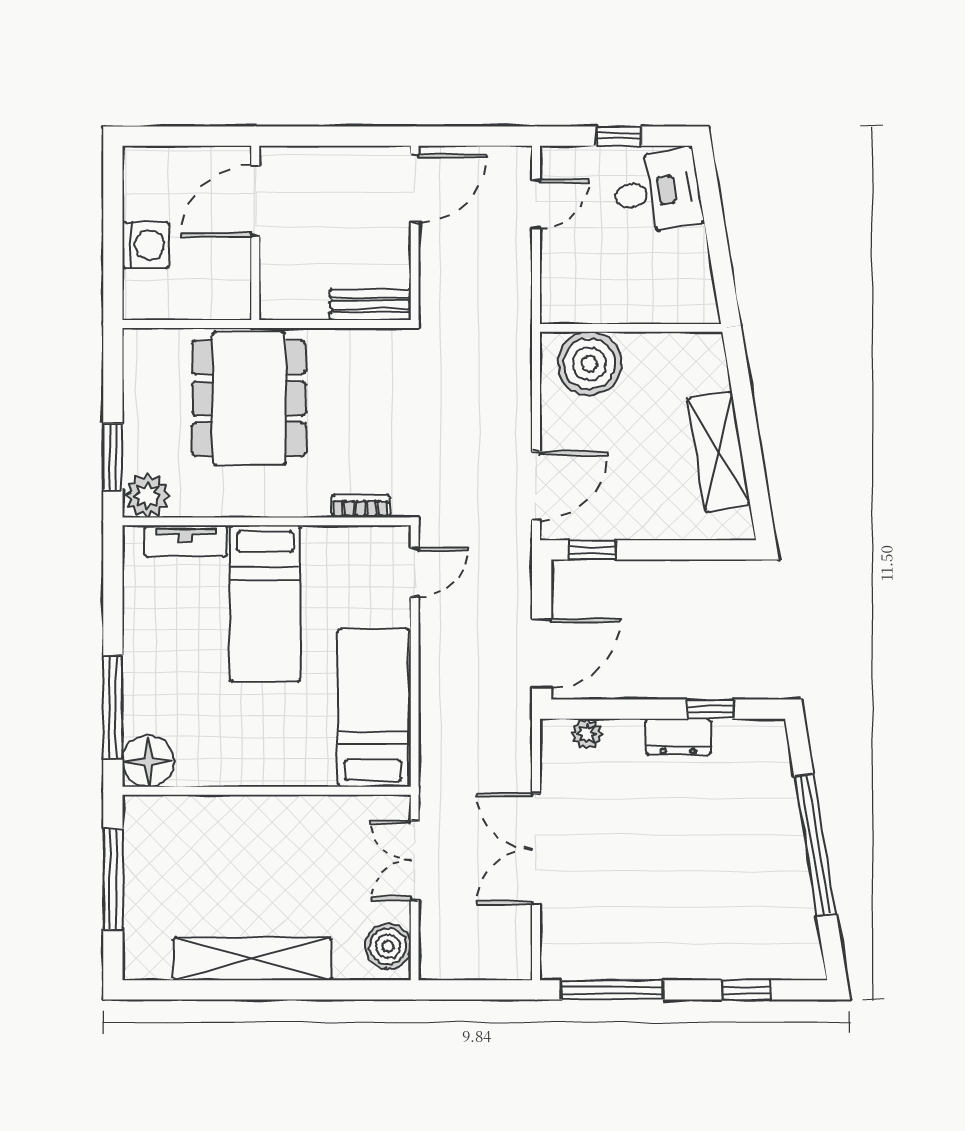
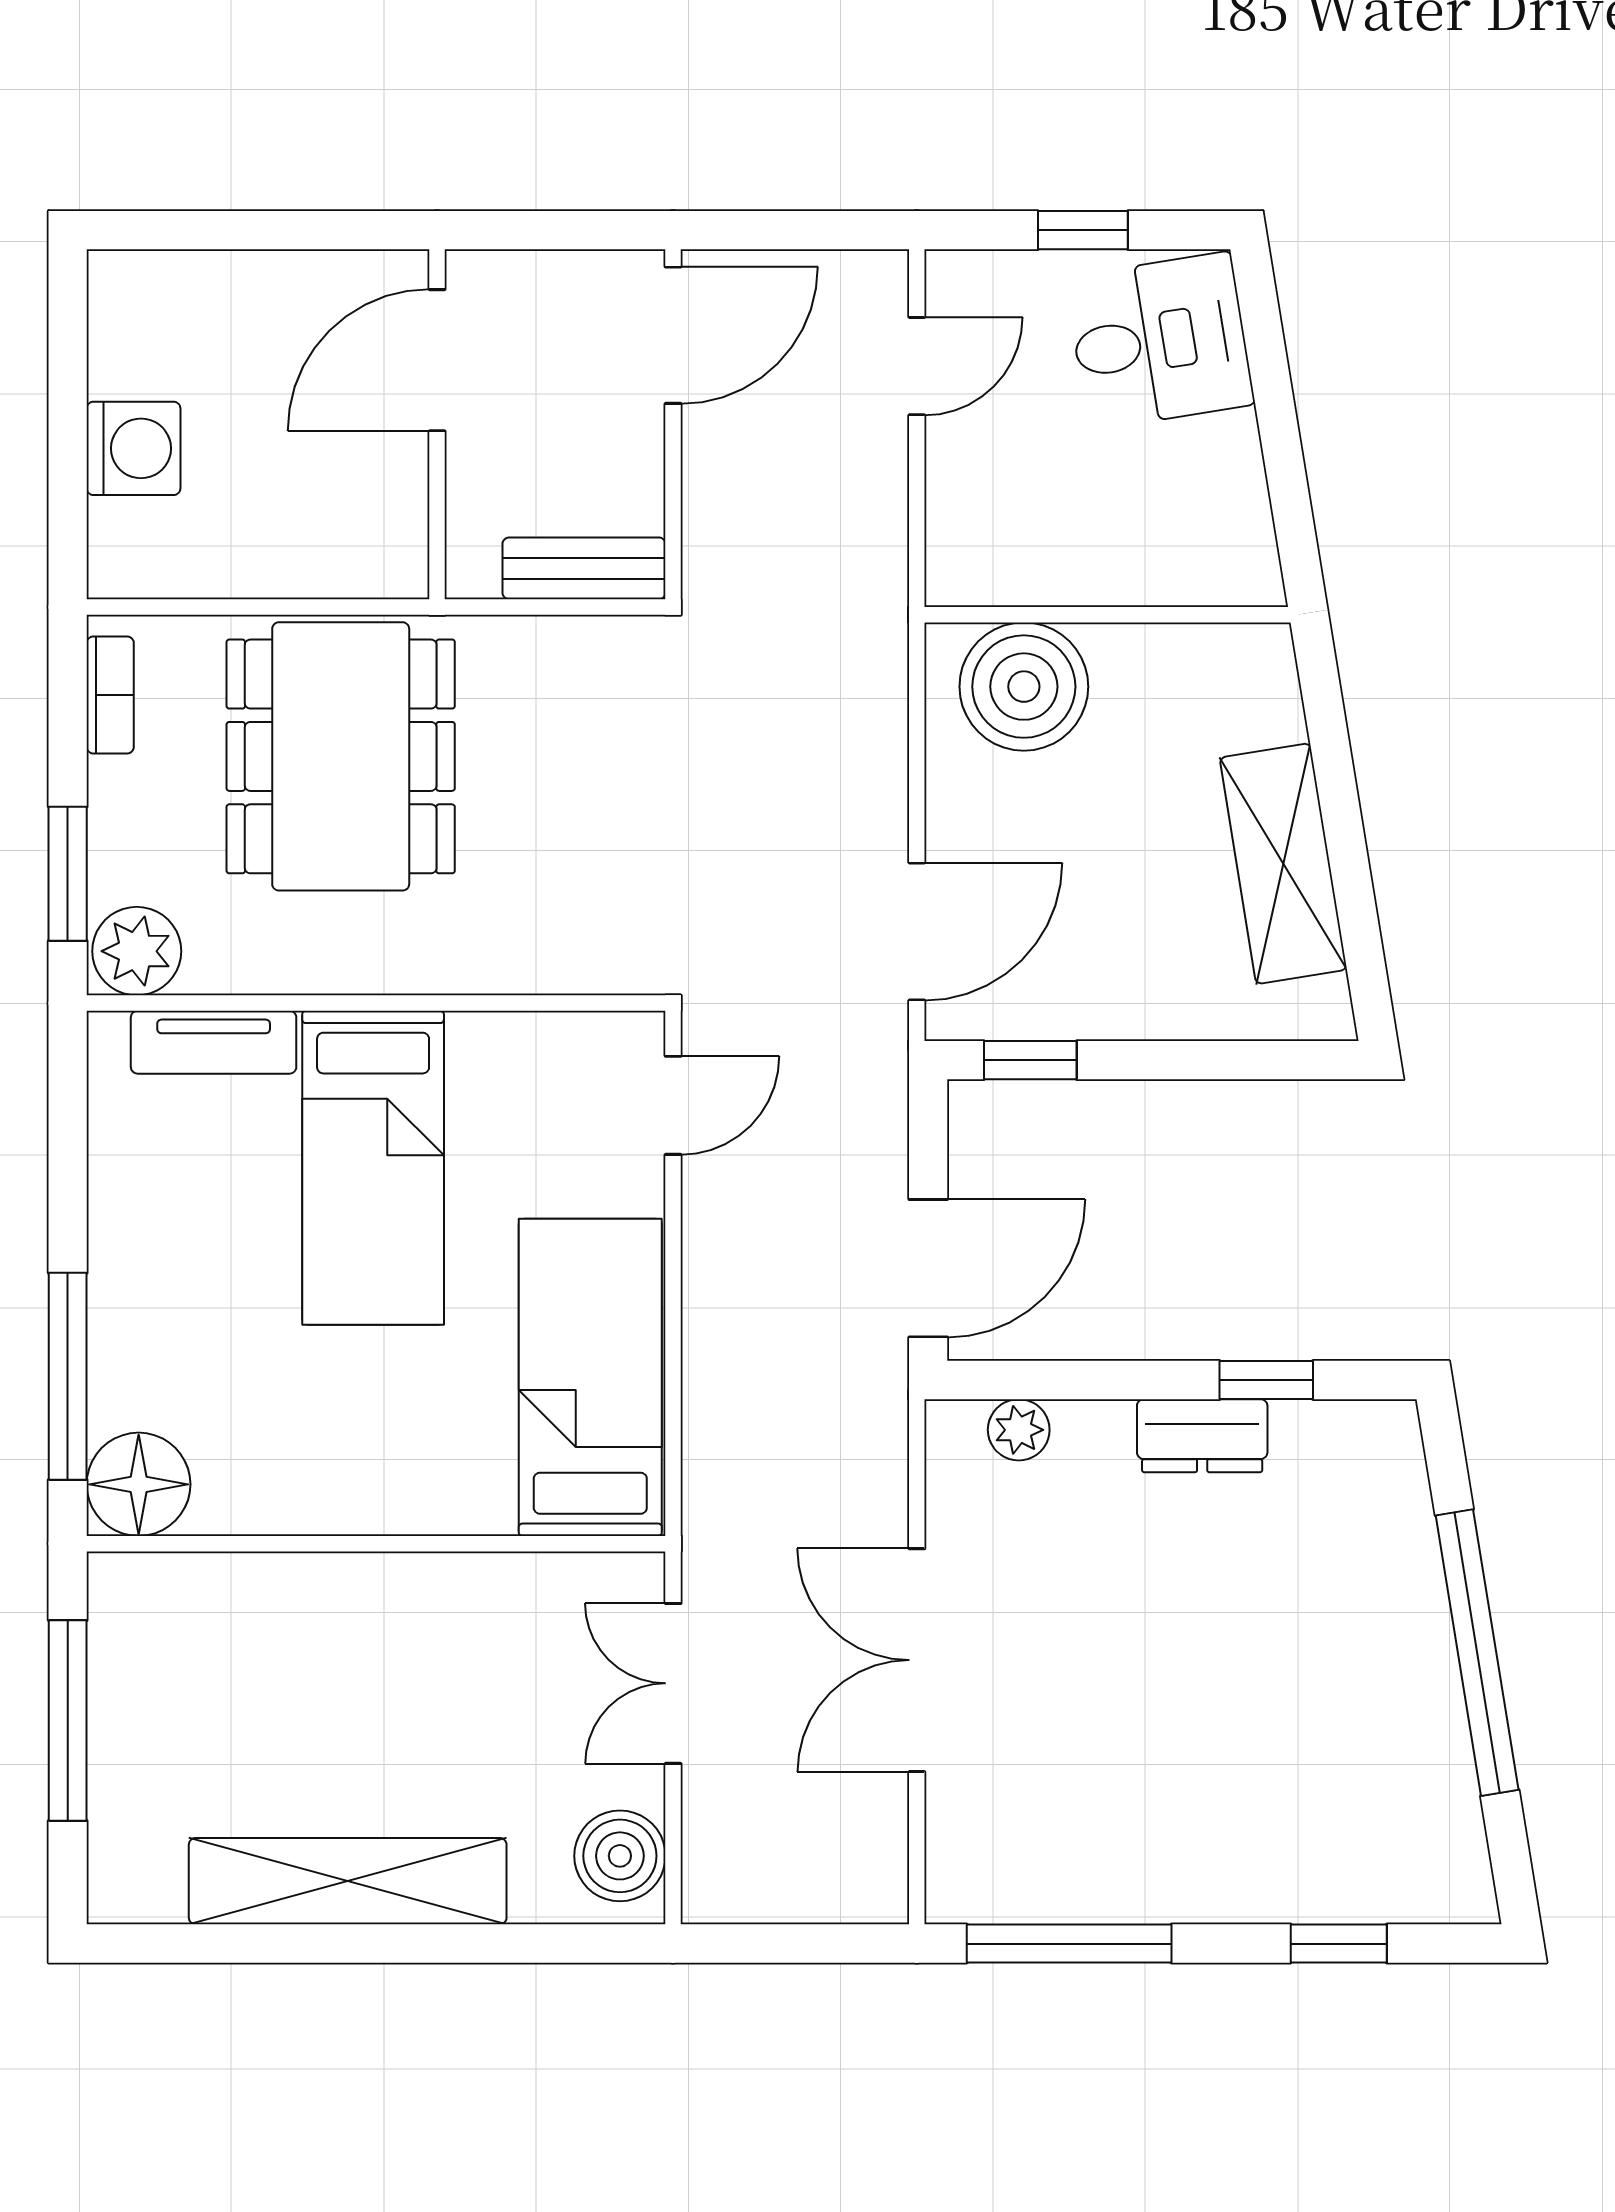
door: (255, 201) -> (437, 360), moved
wall: (255, 233) -> (437, 424), moved
bookcase: (361, 506) -> (110, 695), moved, turned 90

